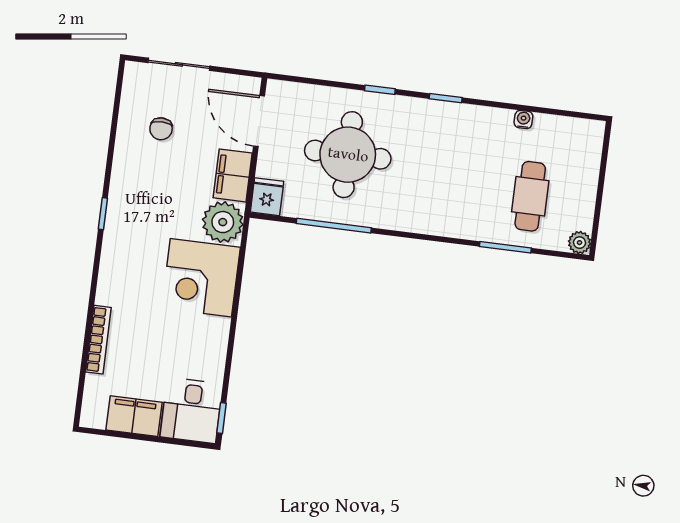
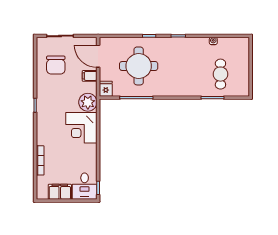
chair: (161, 129) -> (56, 65), width x1.87, depth x1.87
filing cabinet: (233, 175) -> (90, 76), width x0.50
plant: (580, 243) -> (245, 92), removed

